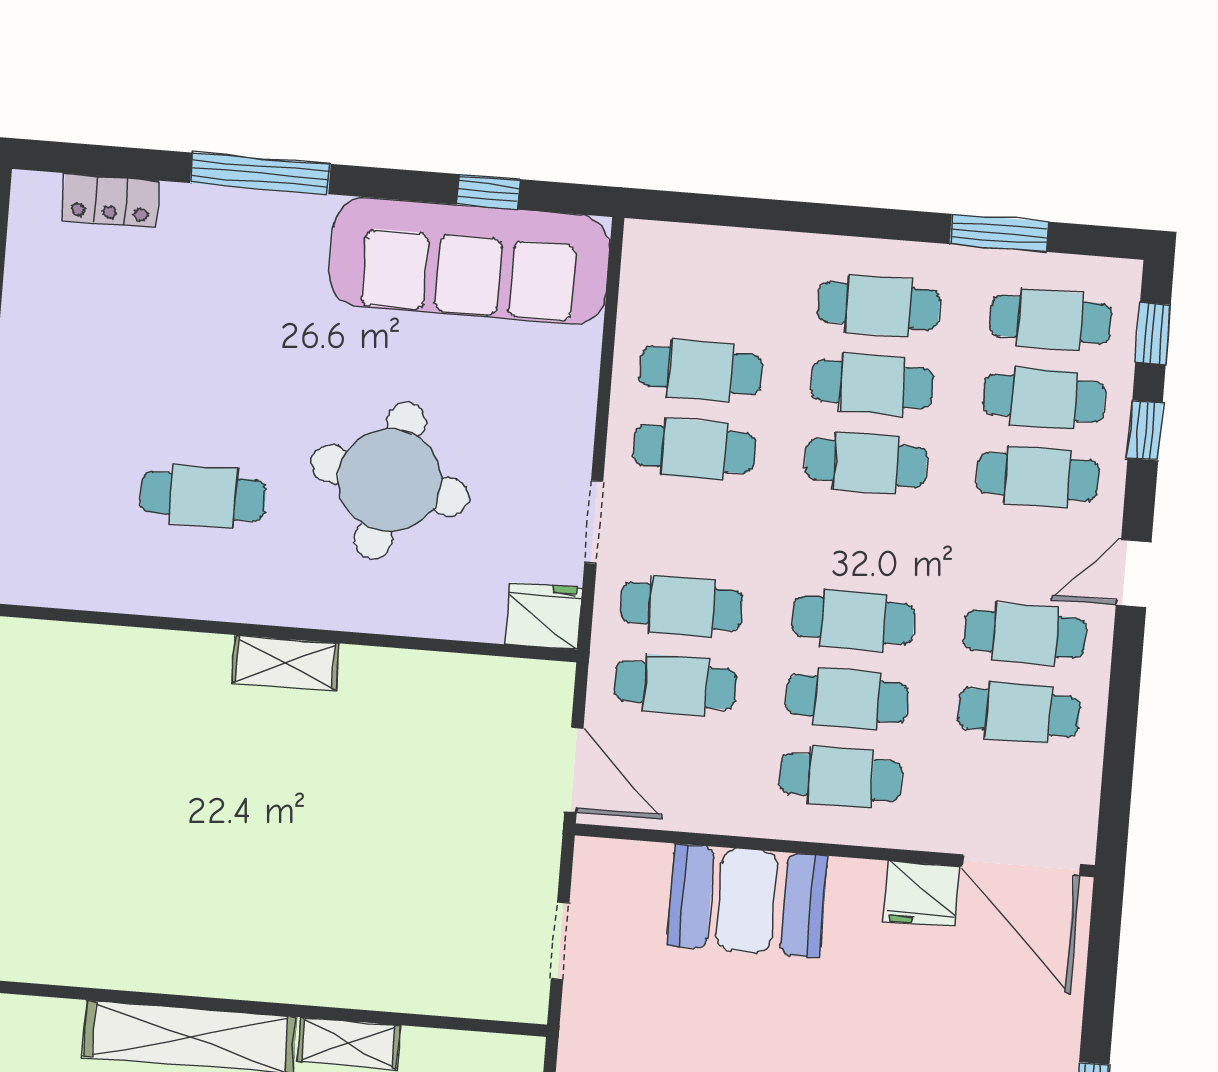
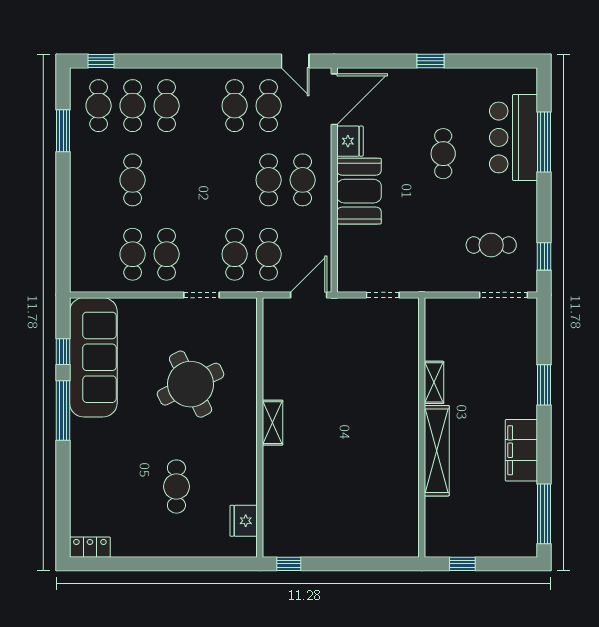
window: (260, 173) -> (63, 410), moved
locker: (111, 201) -> (90, 547), moved, turned -90
cafe table: (879, 306) -> (99, 180), removed
window: (1145, 430) -> (143, 61), removed
cafe table: (866, 463) -> (167, 180), removed
round table: (390, 480) -> (191, 384), turned -37
cafe table: (203, 496) -> (176, 487), moved
door: (1134, 574) -> (295, 61), moved
fridge: (544, 616) -> (244, 521), moved
cafe table: (853, 620) -> (235, 180), removed
booth: (747, 901) -> (359, 191), moved

